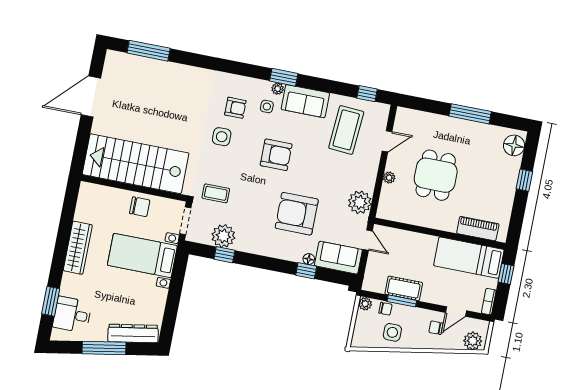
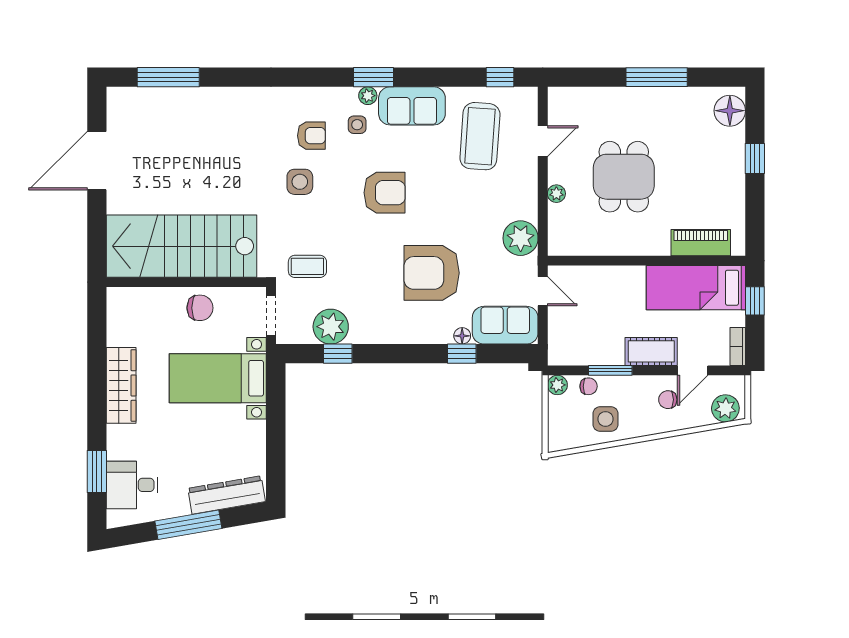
cot: (404, 288) -> (651, 351), moved

